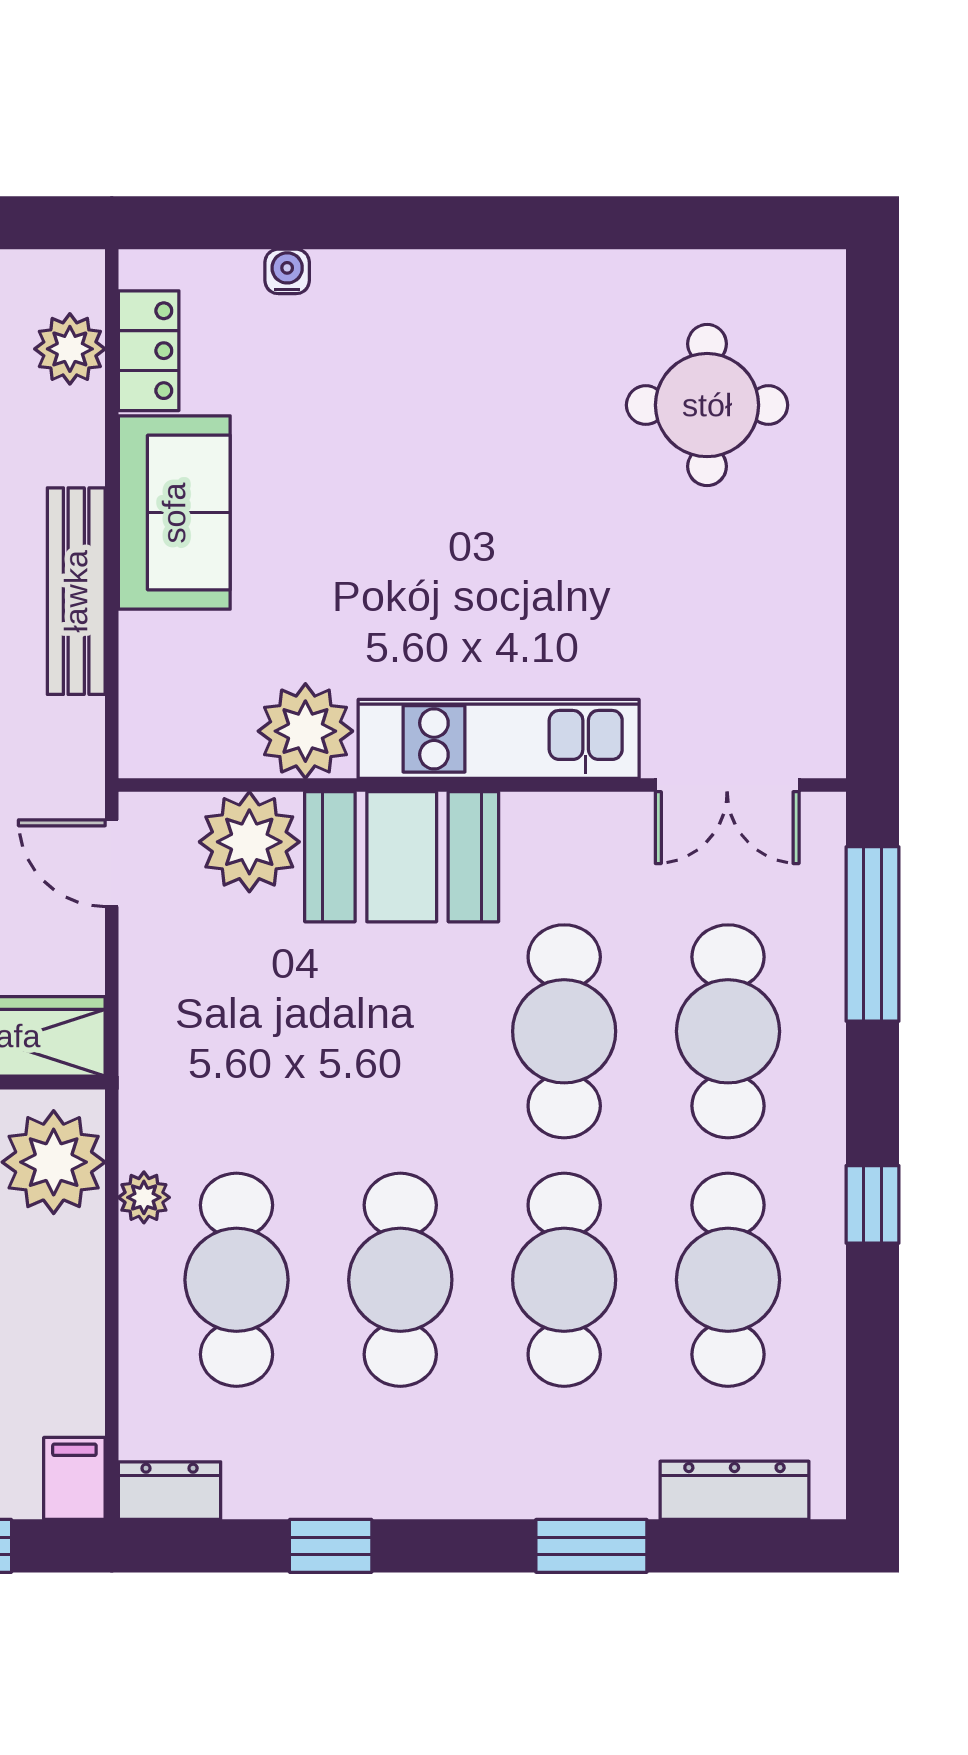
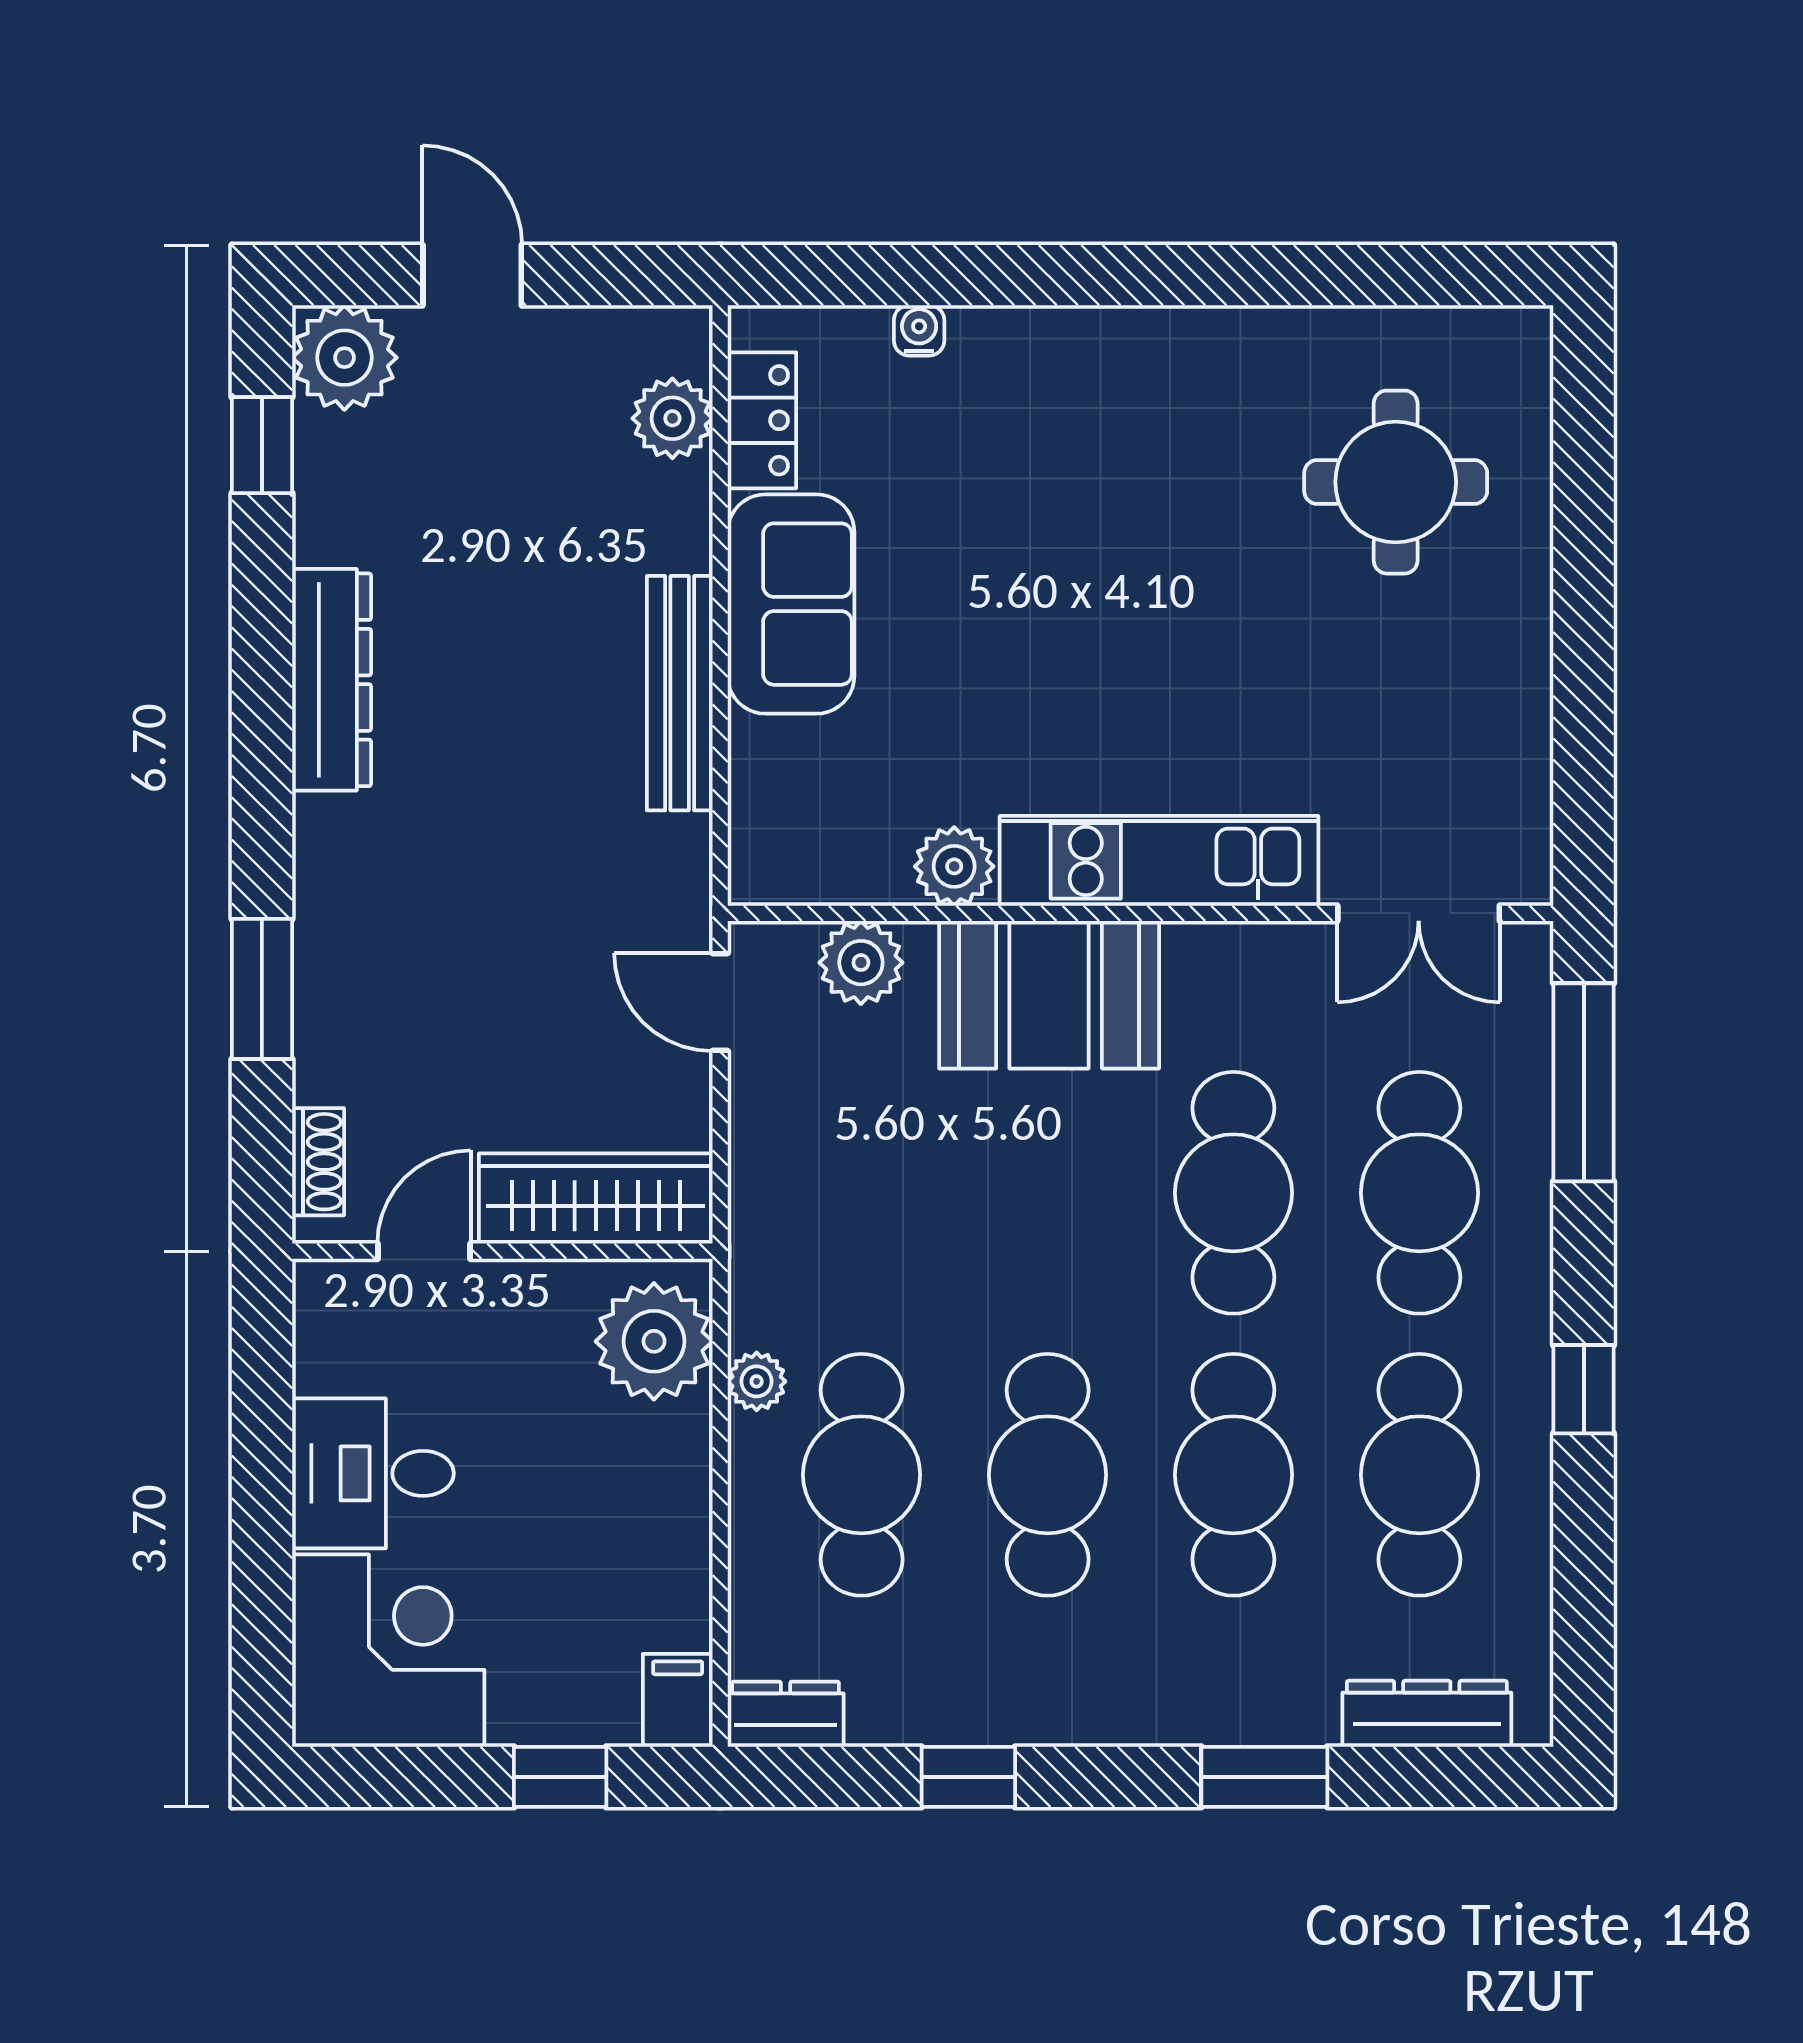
plant: (305, 731) -> (954, 866), width x0.73, depth x0.73
plant: (249, 842) -> (861, 963), width x0.73, depth x0.73

